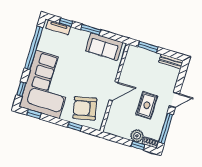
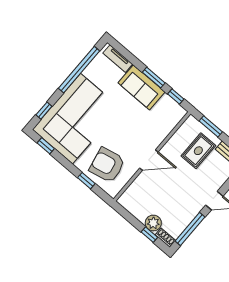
window: (66, 22) -> (176, 96), moved
sofa: (104, 47) -> (141, 87), moved
rug: (147, 105) -> (198, 151), moved

